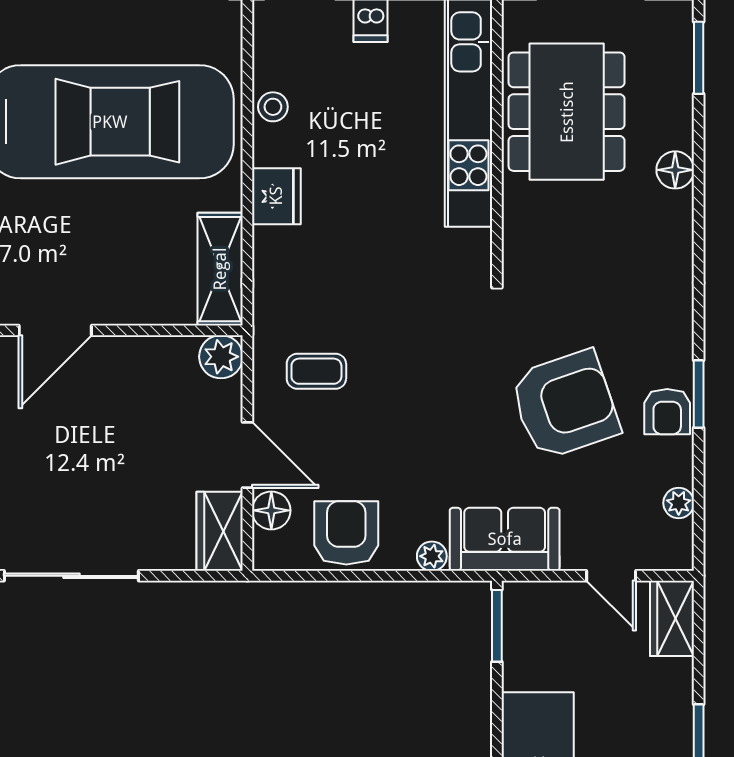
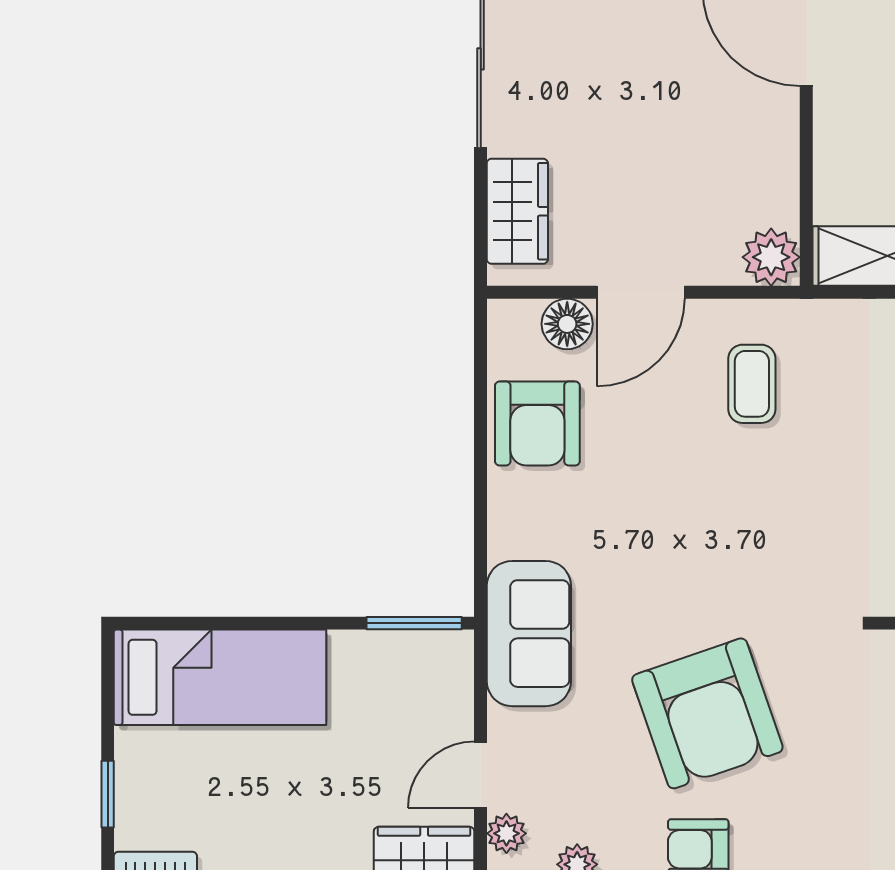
wardrobe: (220, 531) -> (517, 211), moved, turned 90
armchair: (346, 533) -> (537, 423), turned 90
plant: (432, 556) -> (506, 833), moved

